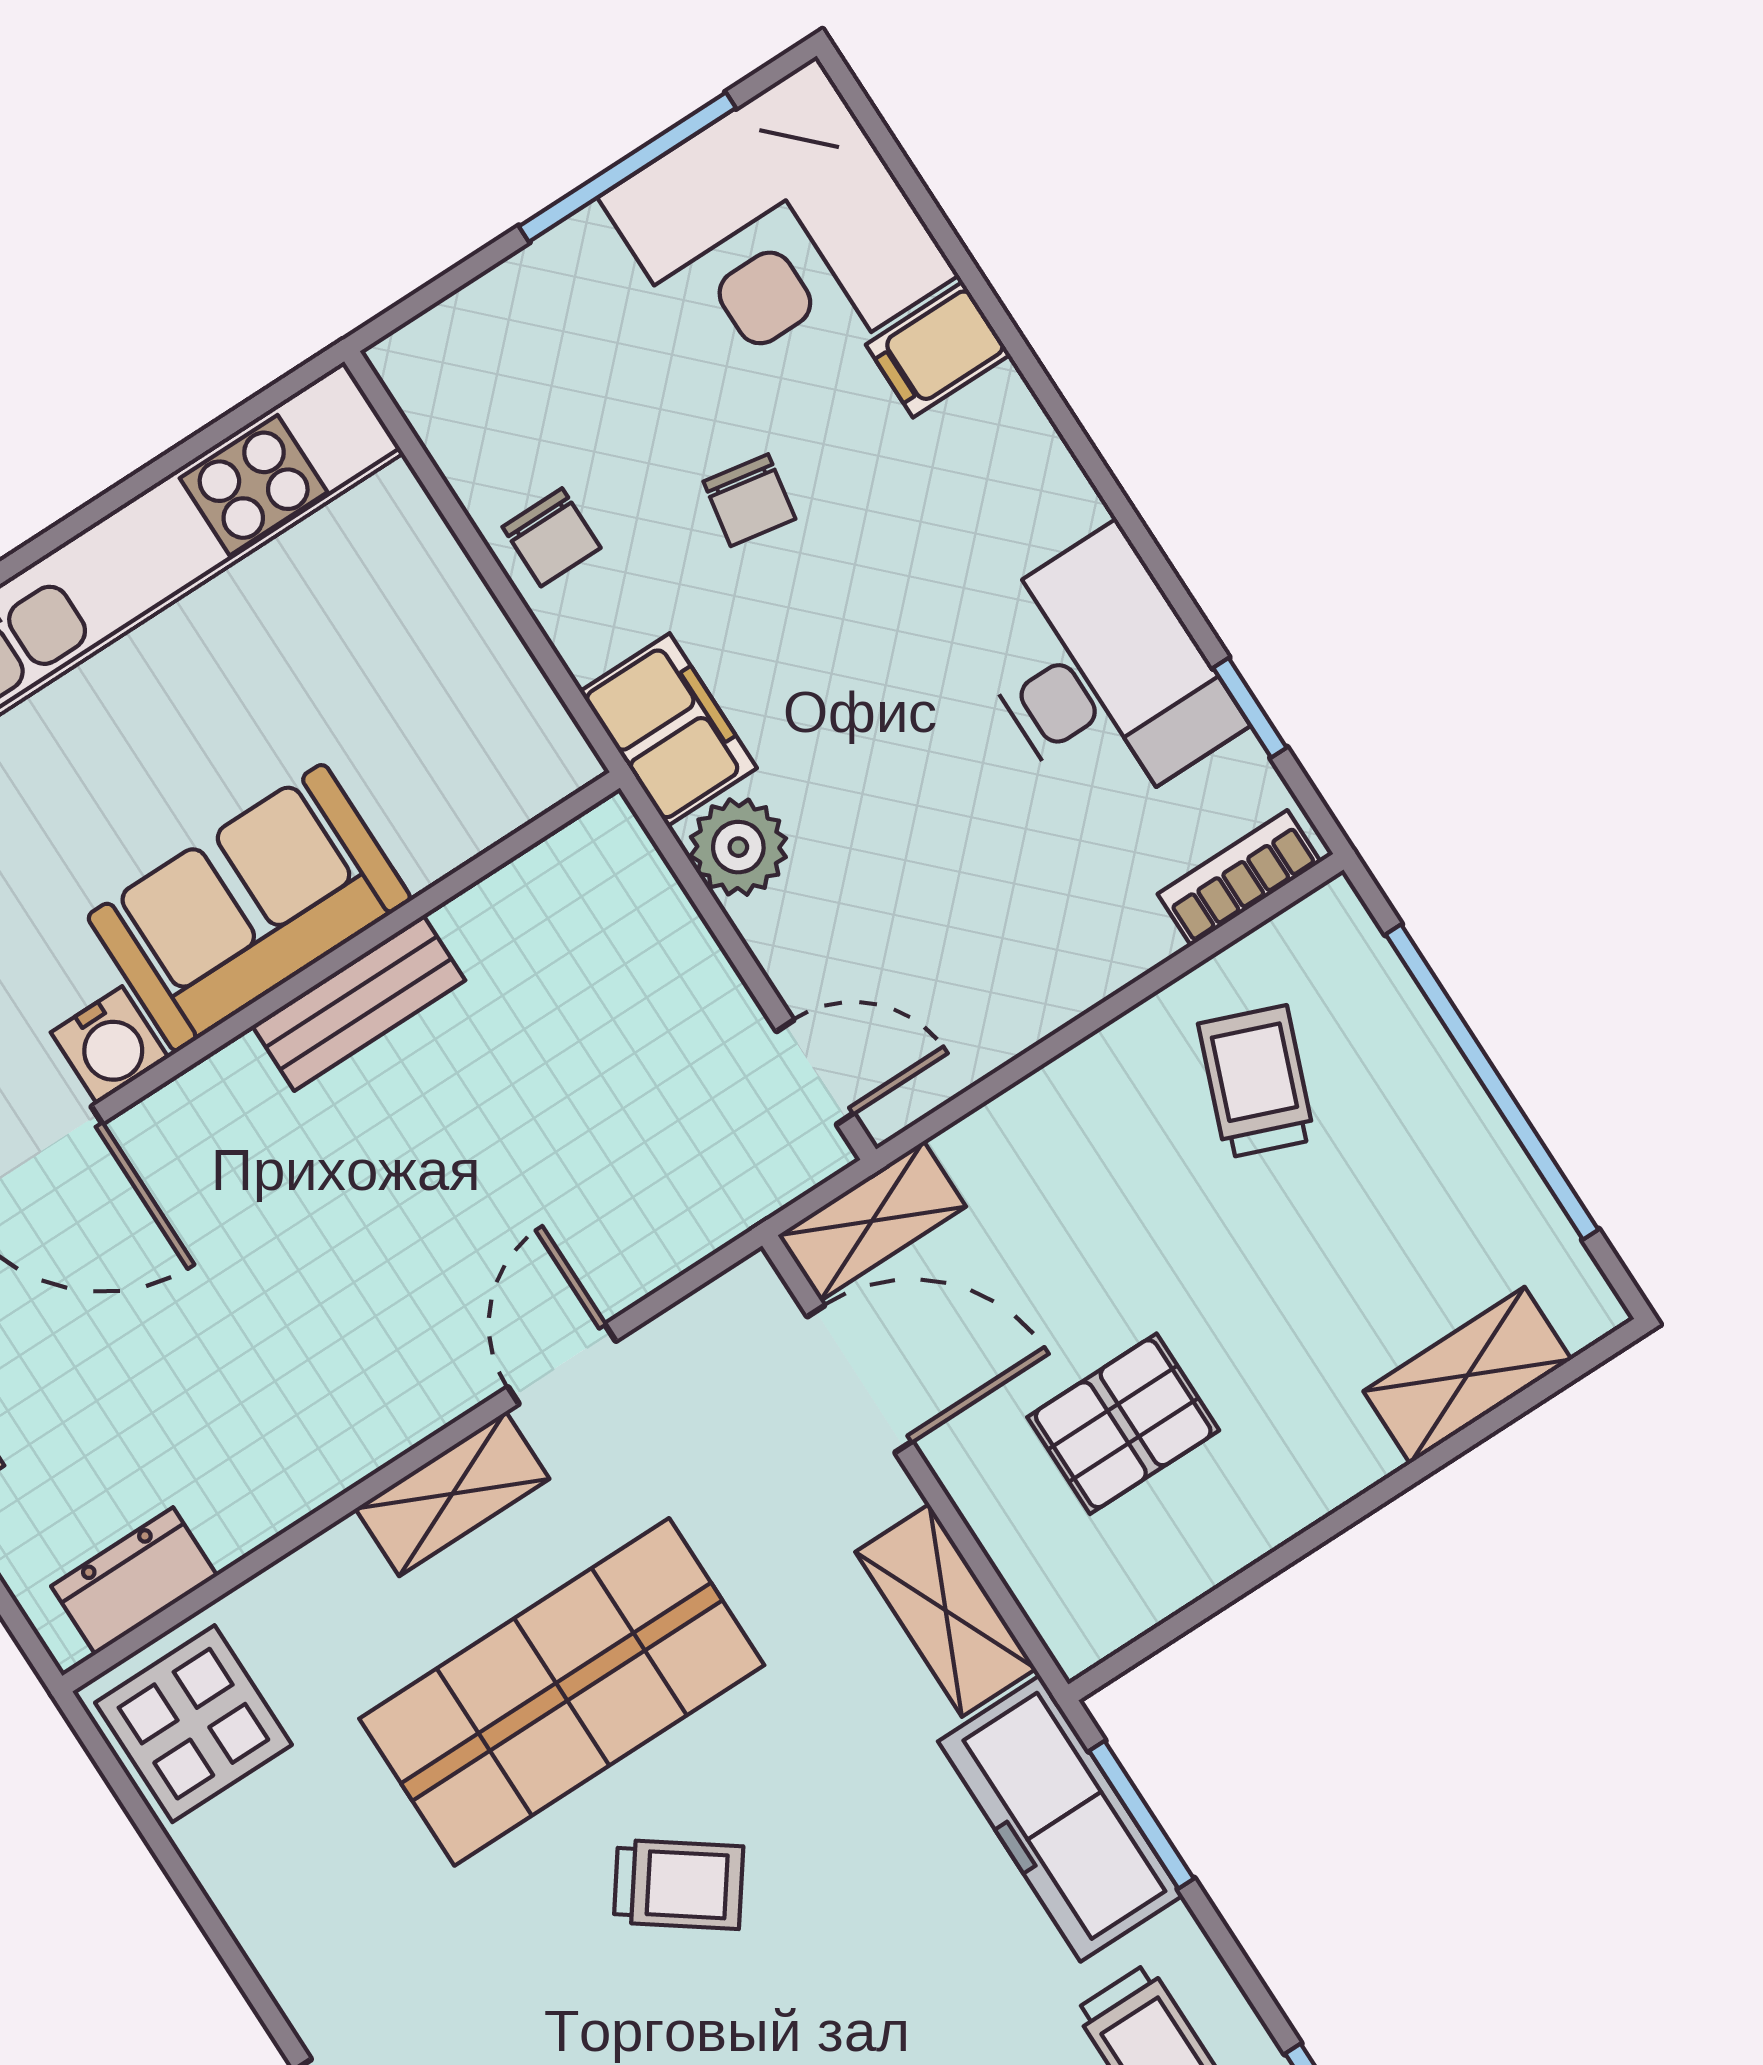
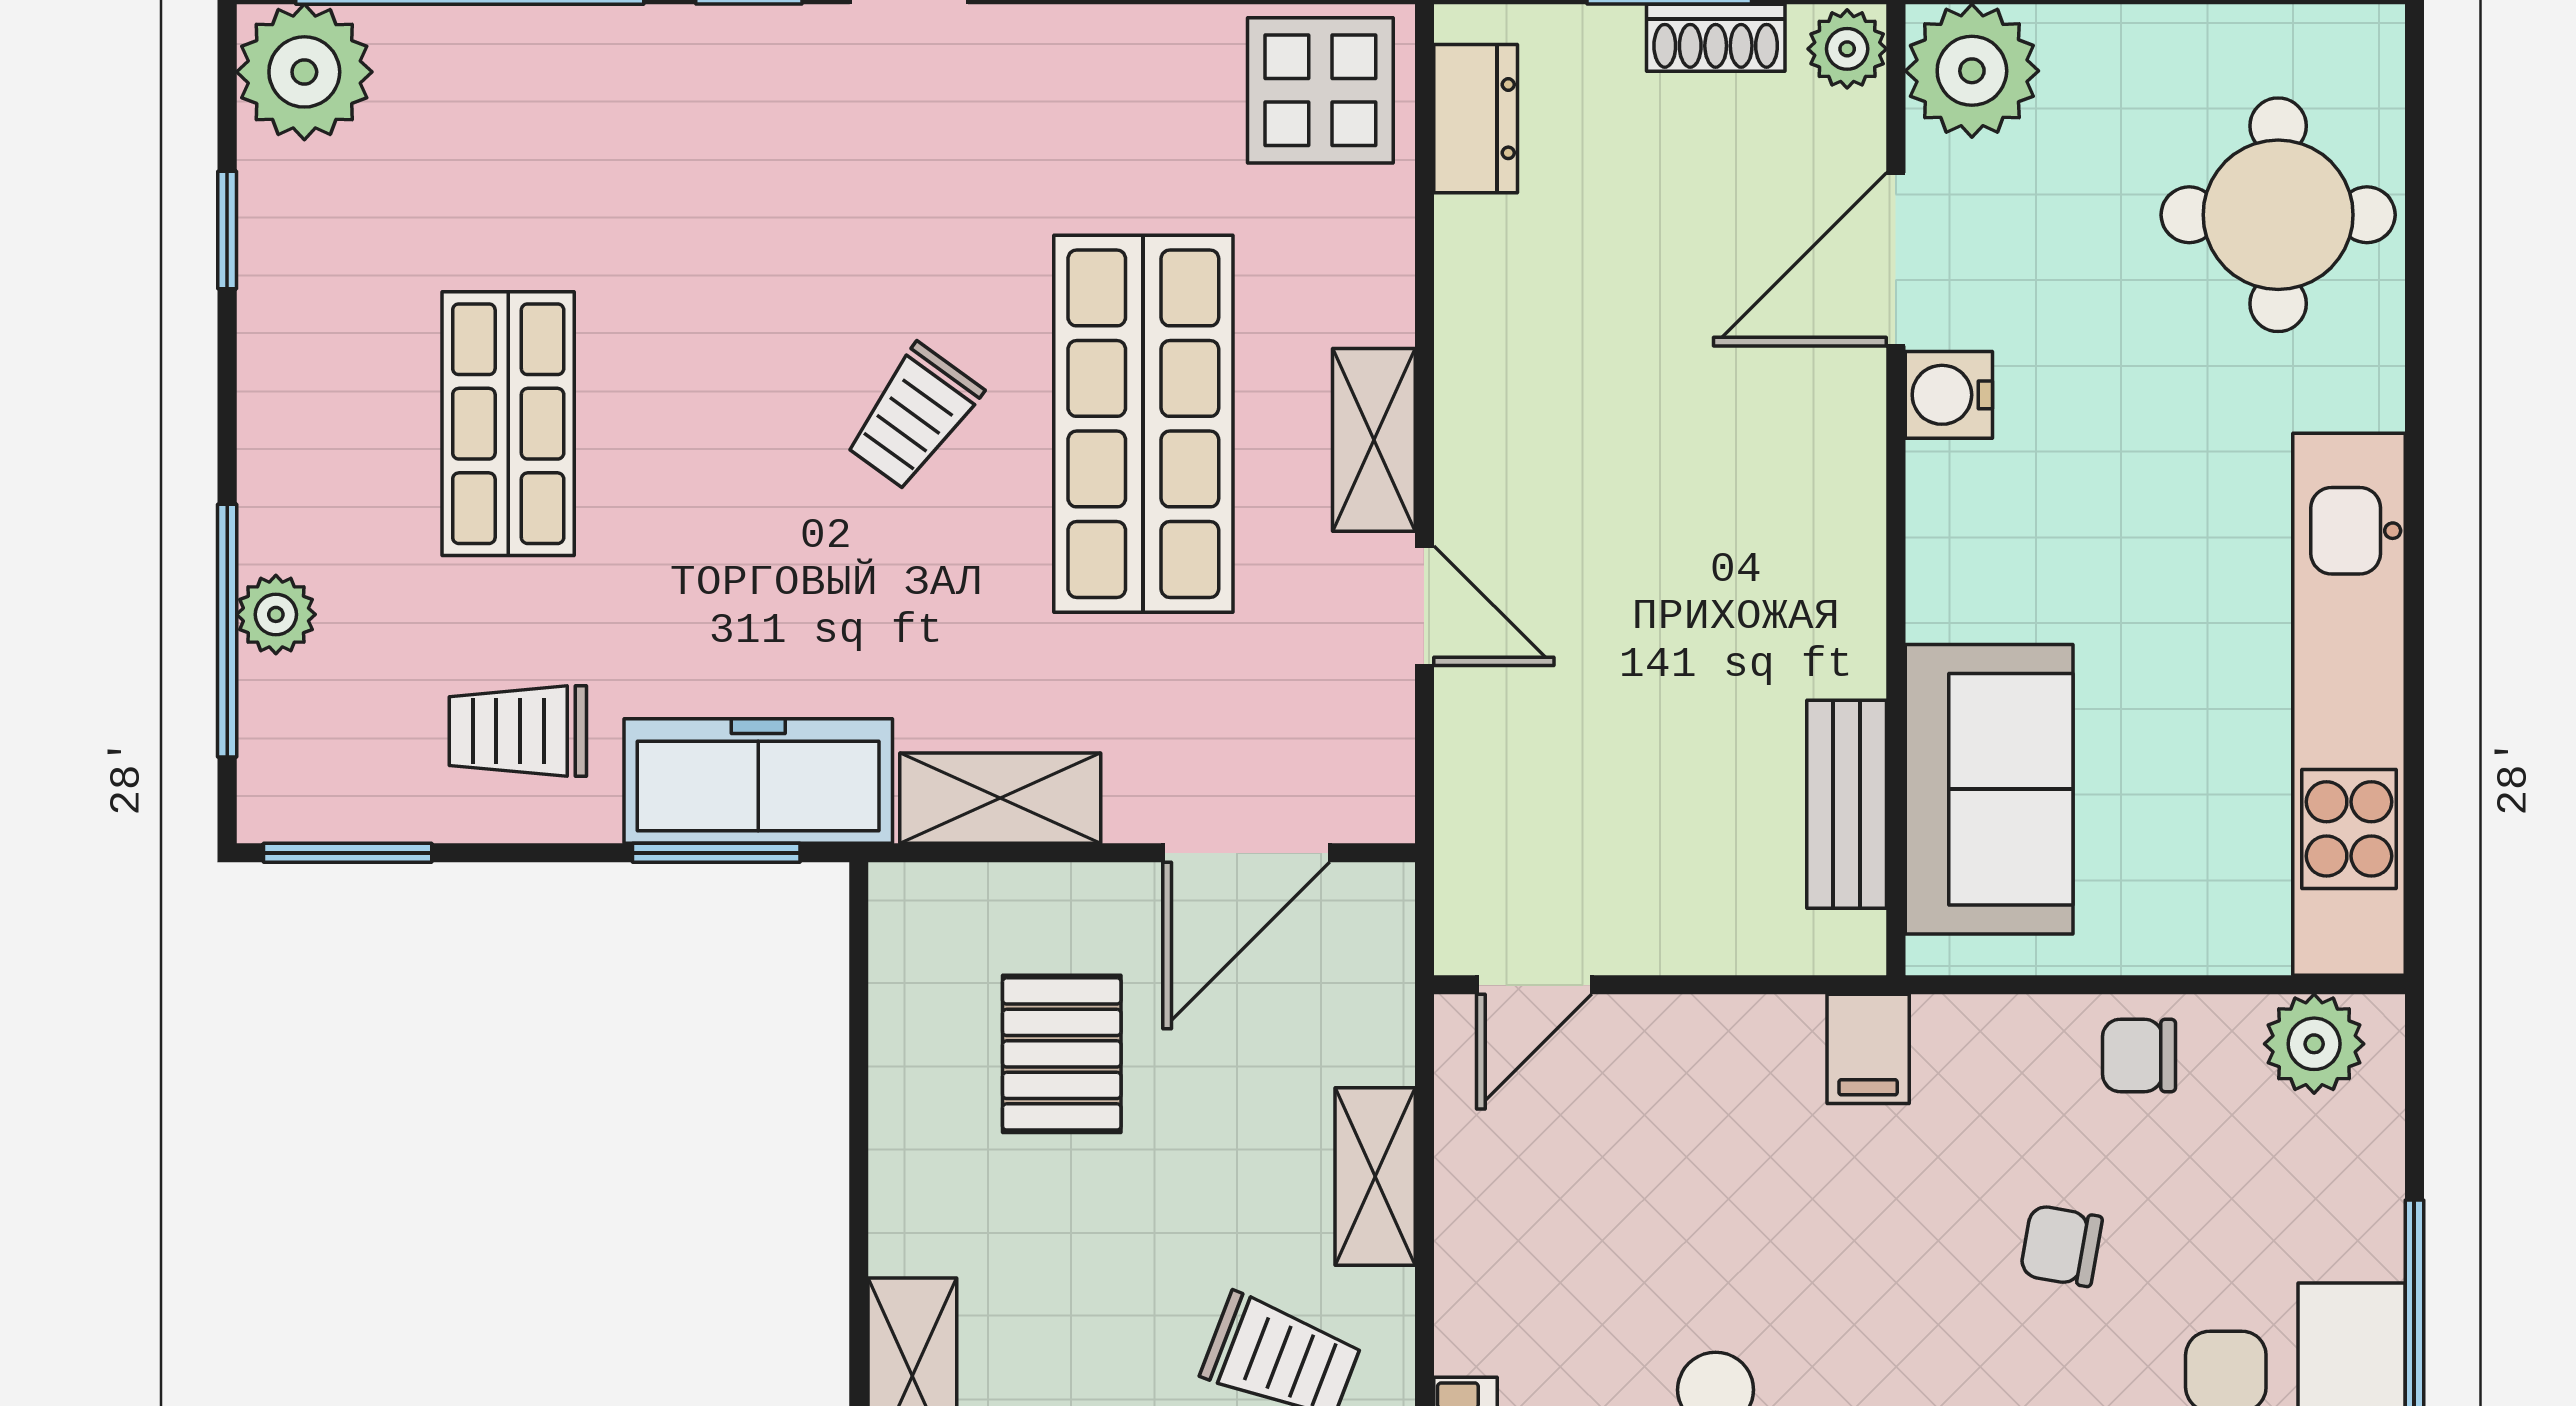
filing cabinet: (668, 730) -> (1868, 1049), width x0.50
plant: (738, 847) -> (2314, 1044), moved
sofa: (249, 908) -> (1989, 789), moved
bench: (359, 1003) -> (1847, 804), moved
shelving: (872, 1221) -> (1375, 1176), moved

